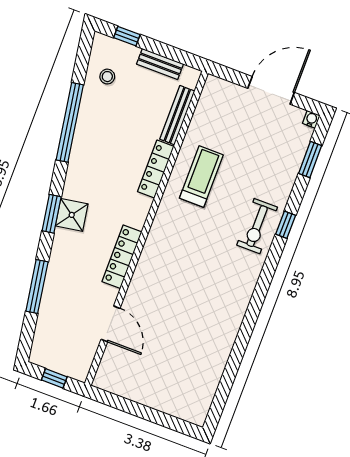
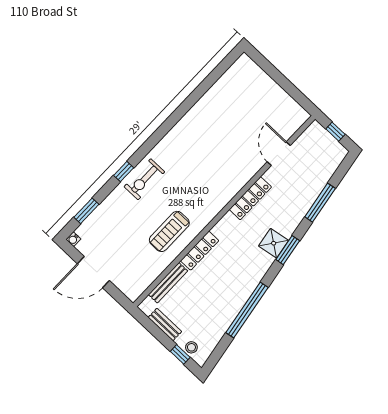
stool: (107, 77) -> (191, 347), moved
exercise bike: (257, 226) -> (144, 179), turned 180

